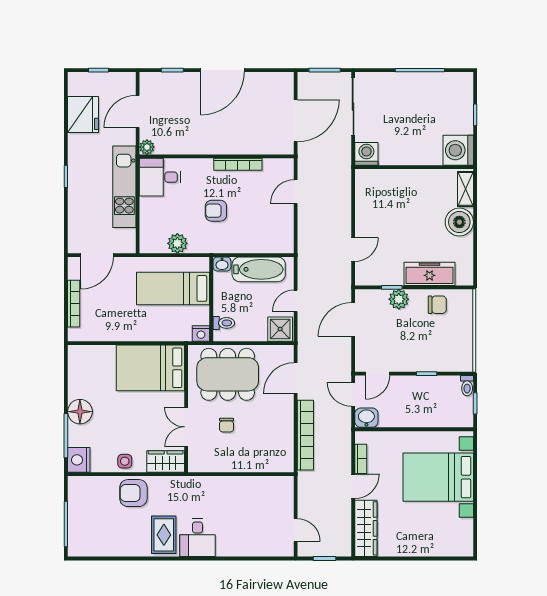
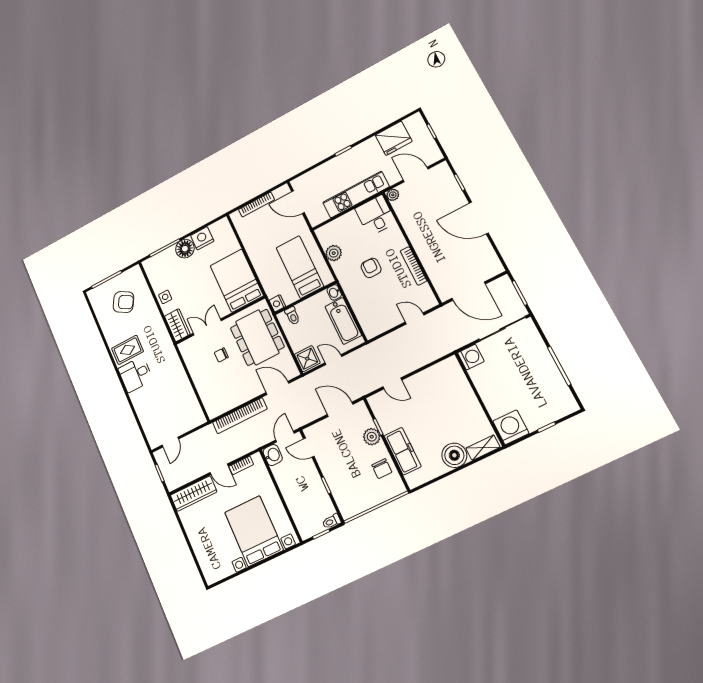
nightstand: (79, 460) -> (202, 238), moved
armchair: (133, 493) -> (123, 302), moved, turned 120

